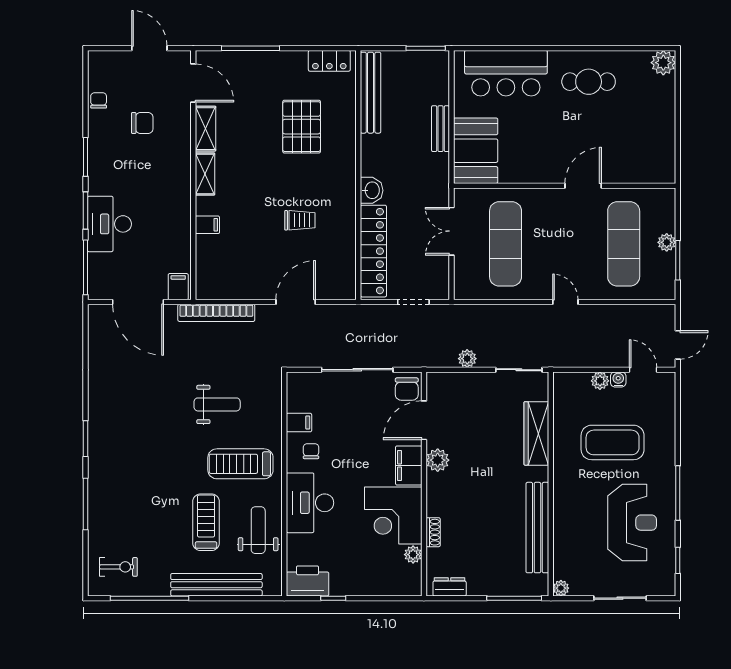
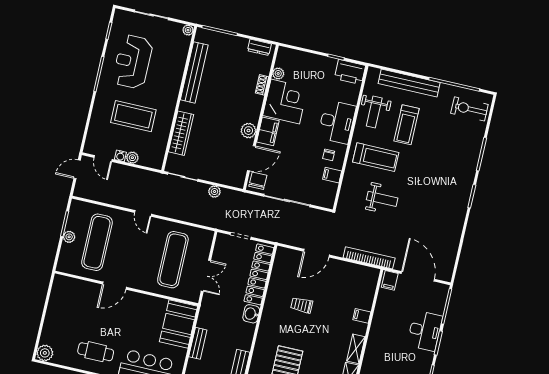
weight bench: (217, 404) -> (382, 199), turned 180
exercise bike: (118, 567) -> (469, 109), width x1.38, depth x1.39

